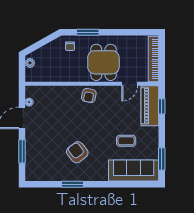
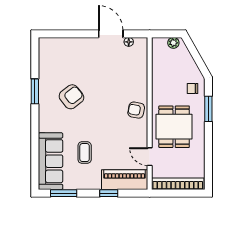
dining table: (103, 62) -> (174, 127), turned 90
window: (162, 106) -> (109, 193), moved
window: (22, 151) -> (72, 34), removed

